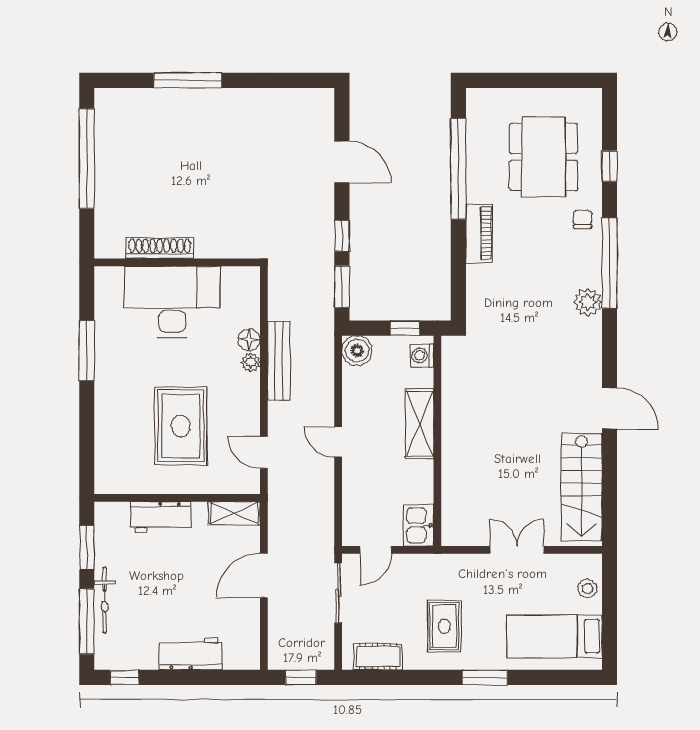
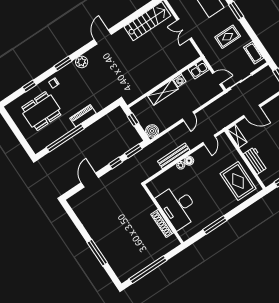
window: (609, 263) -> (63, 64), width x0.47
floor lamp: (249, 340) -> (189, 161), moved
washing machine: (422, 355) -> (179, 80), moved
door: (609, 408) -> (103, 37), moved
rug: (181, 426) -> (238, 181), moved, turned 90

